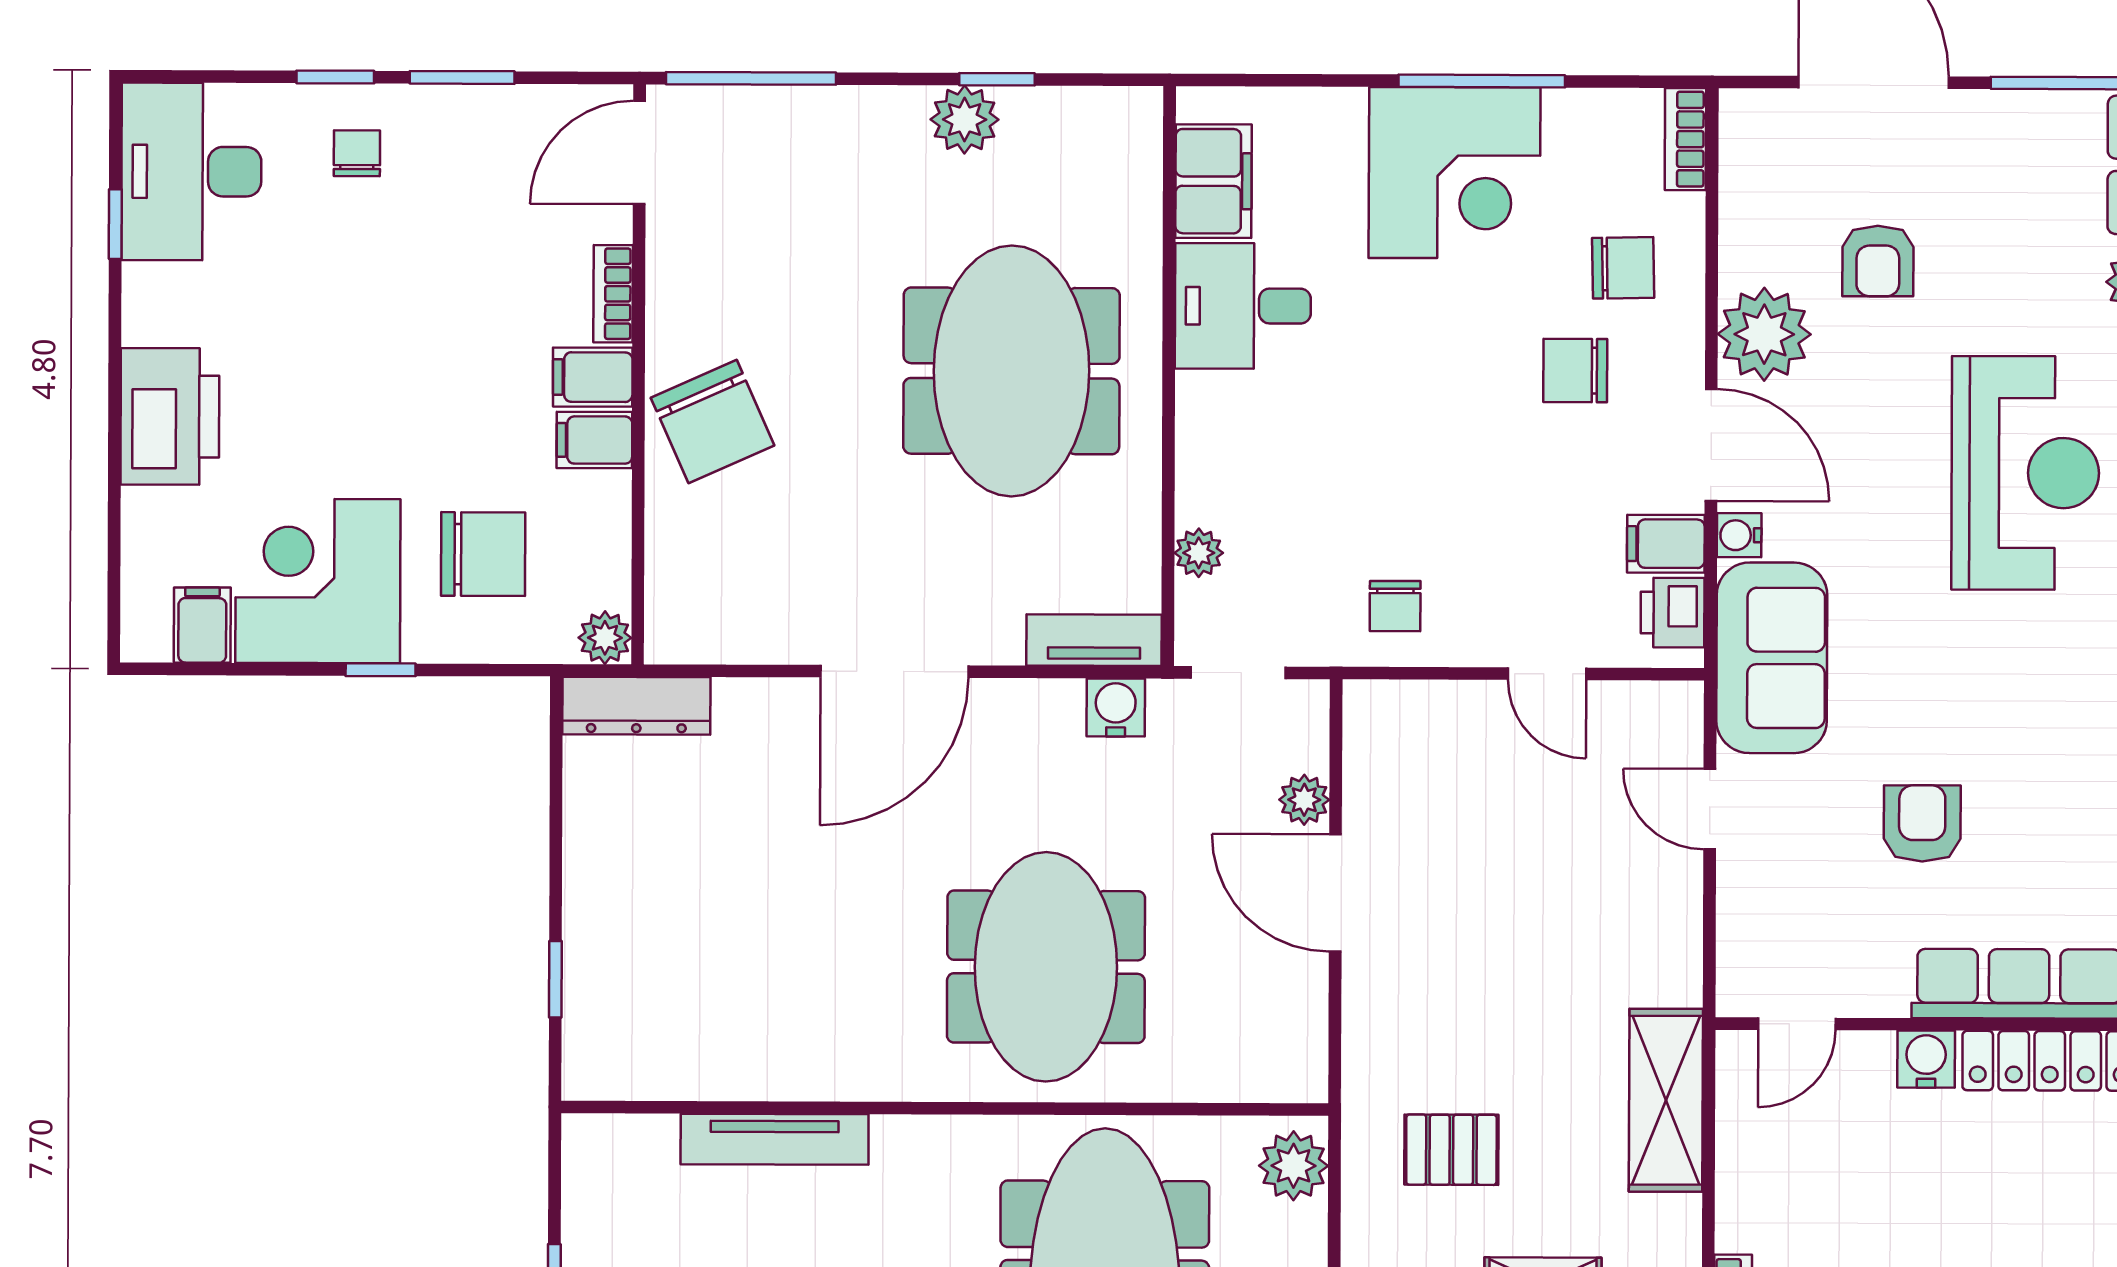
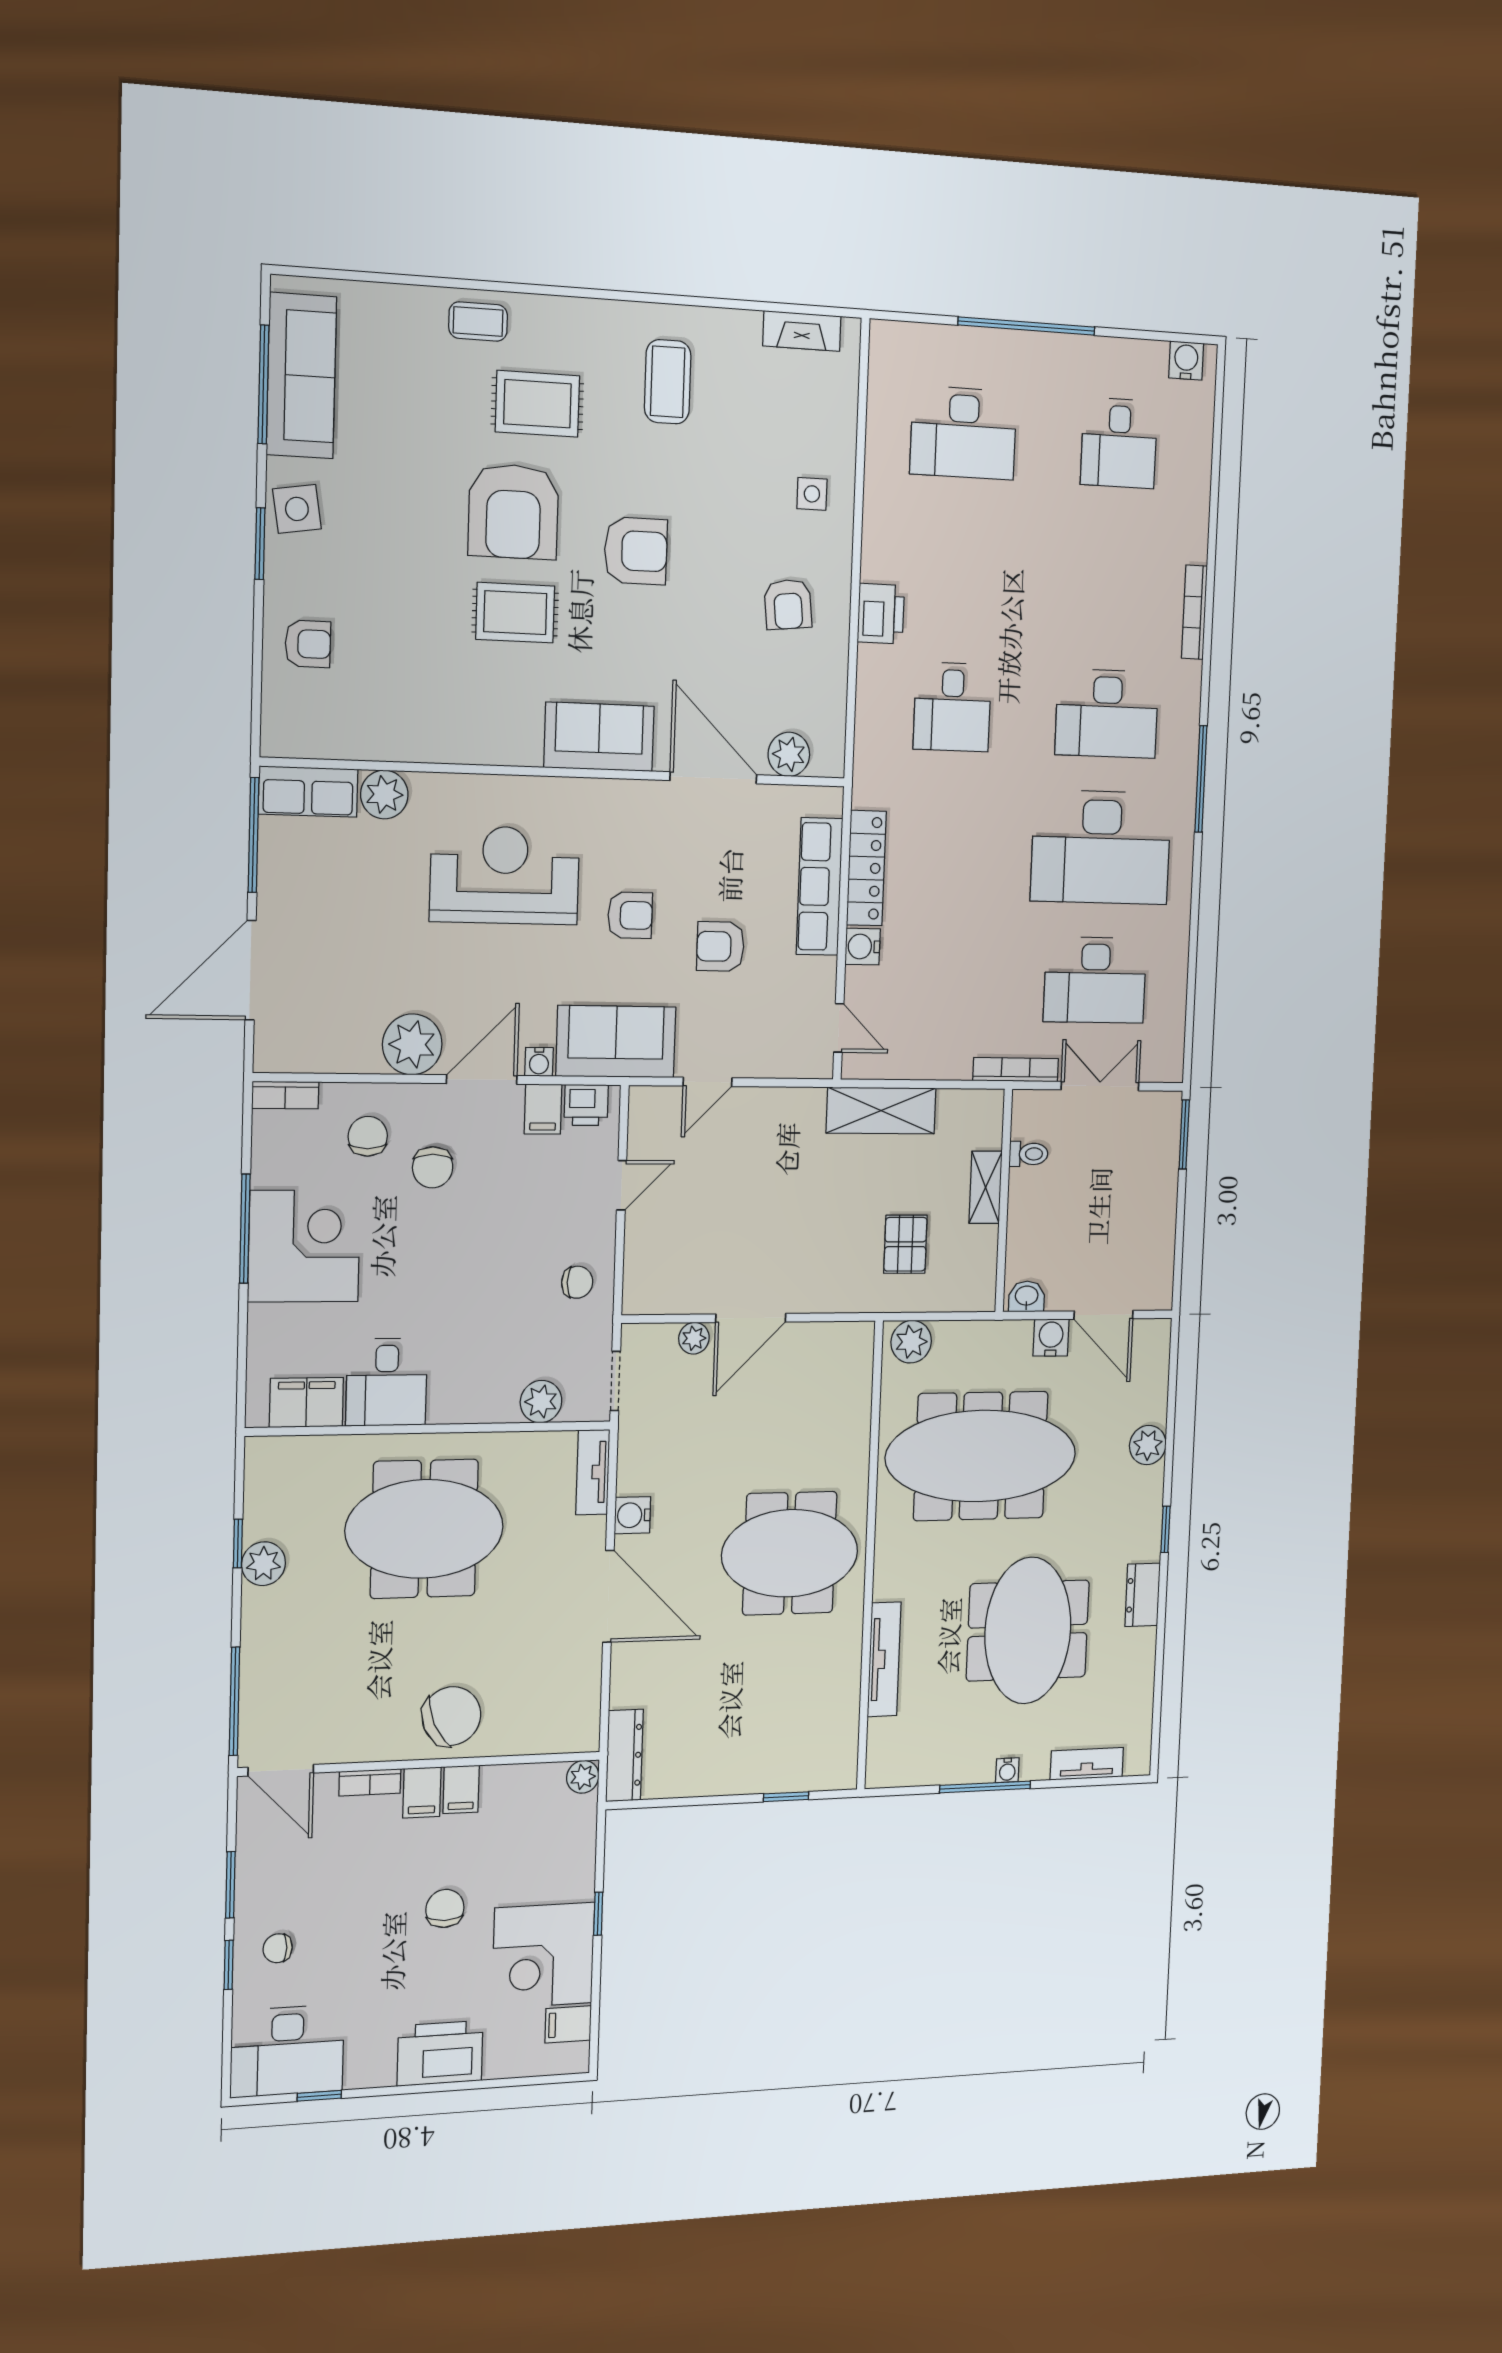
armchair: (1878, 261) -> (630, 915), moved
plant: (1199, 553) -> (541, 1402), width x1.38, depth x1.38
chair: (483, 554) -> (445, 1908), moved, width x0.73, depth x0.73
water cooler: (1116, 708) -> (632, 1515), moved
meeting table: (1046, 967) -> (790, 1553), moved

